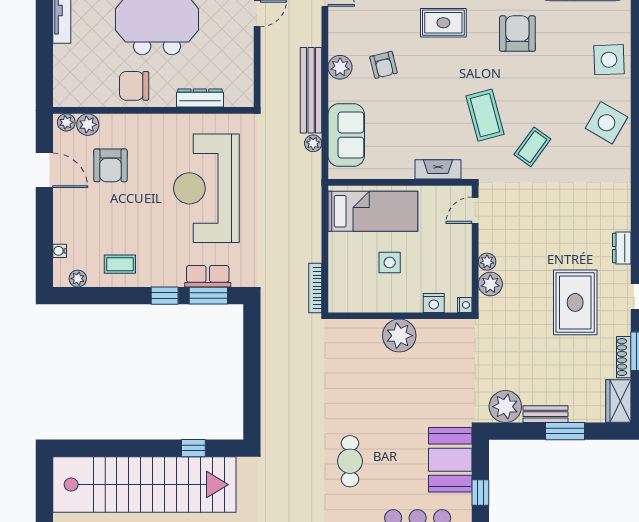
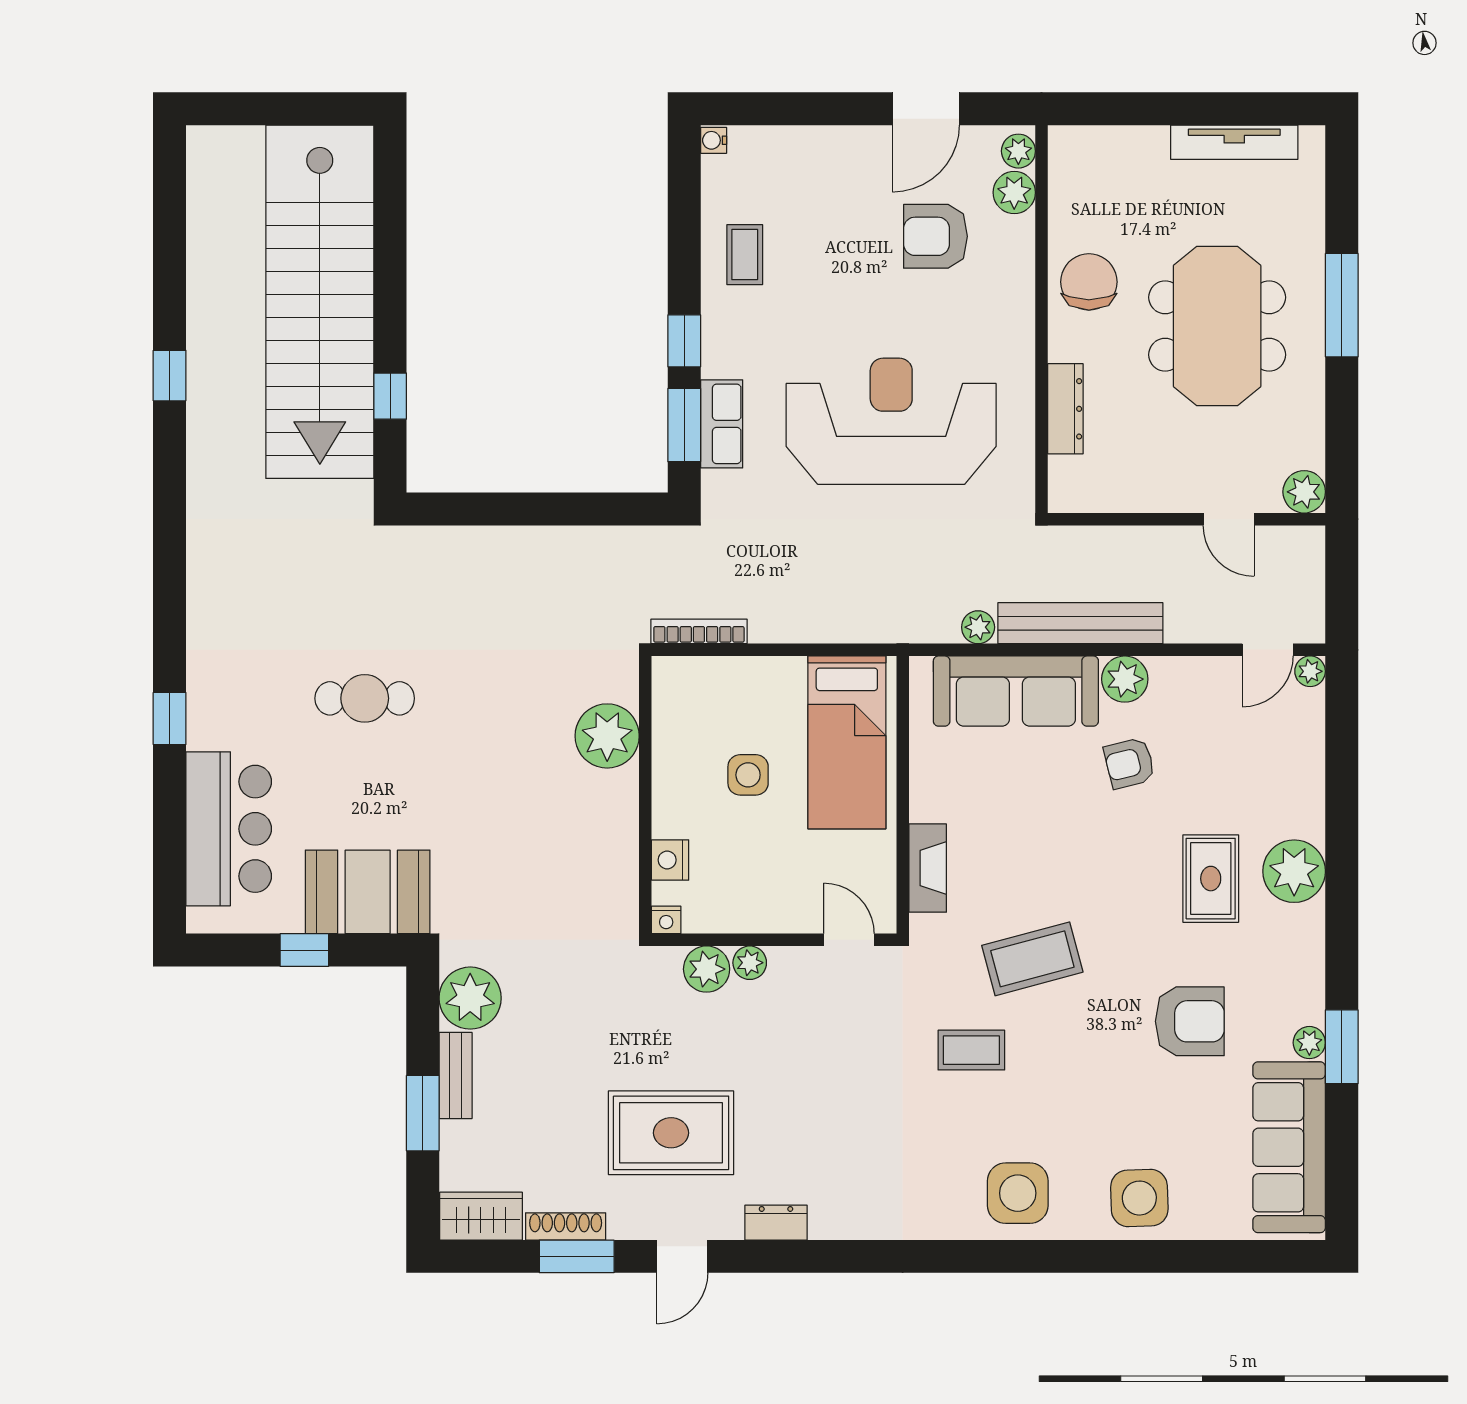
side table: (606, 123) -> (1018, 1193), turned -30
sofa: (346, 135) -> (1016, 691), width x1.36
coffee table: (532, 147) -> (971, 1050), turned -36
water cooler: (60, 251) -> (714, 140), moved, turned -90
plant: (78, 279) -> (717, 173), removed
plant: (399, 336) -> (607, 736), moved

